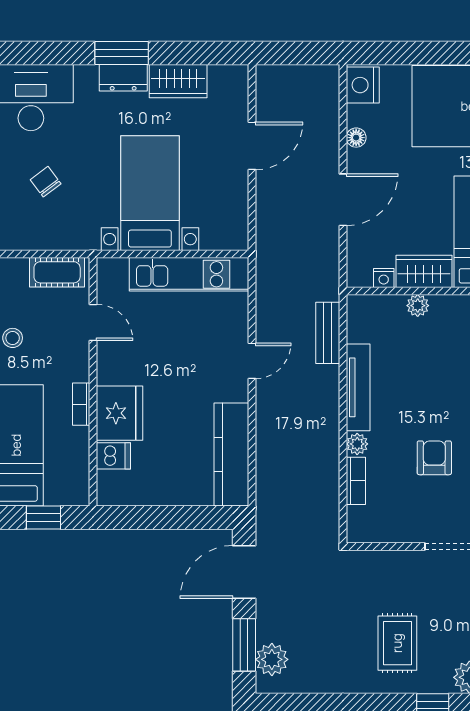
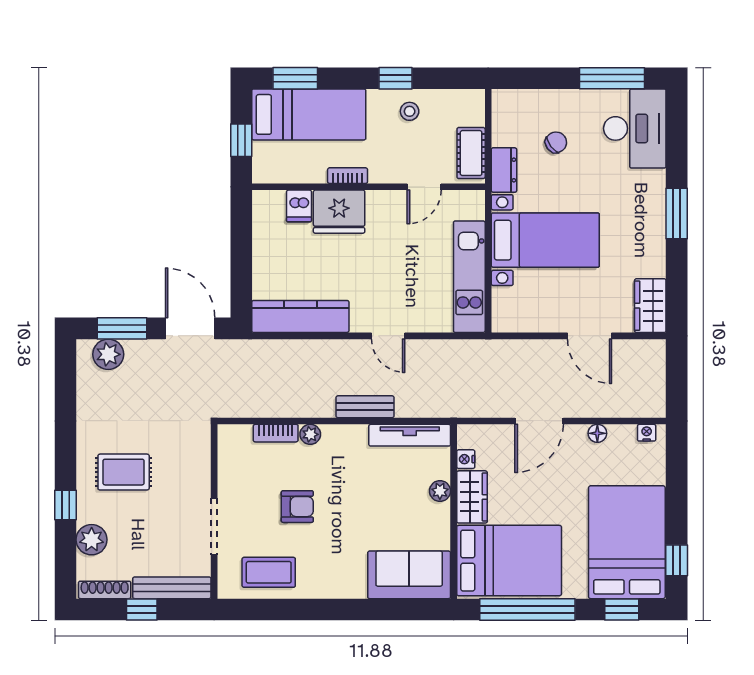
dresser: (123, 78) -> (504, 170), moved, turned 180
wardrobe: (178, 81) -> (650, 306), moved
nightstand: (363, 85) -> (647, 433), width x0.53, depth x0.56
door: (343, 200) -> (539, 421), hinge flipped
bench: (328, 333) -> (365, 407), moved
tv unit: (358, 387) -> (410, 435), moved

